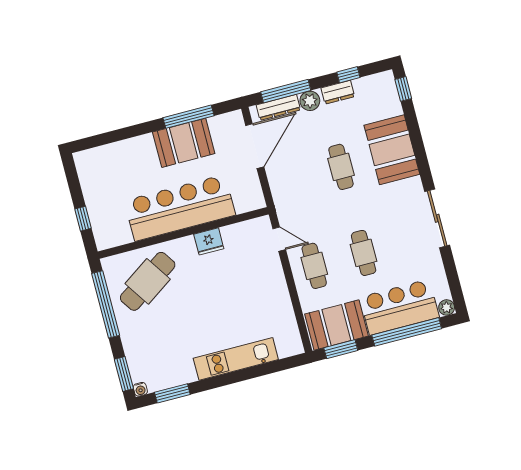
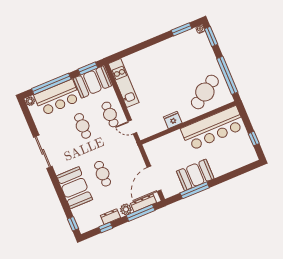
bar counter: (180, 208) -> (213, 128), moved
window: (83, 219) -> (254, 139), moved
kitchen unit: (236, 359) -> (124, 83), moved, turned -90

